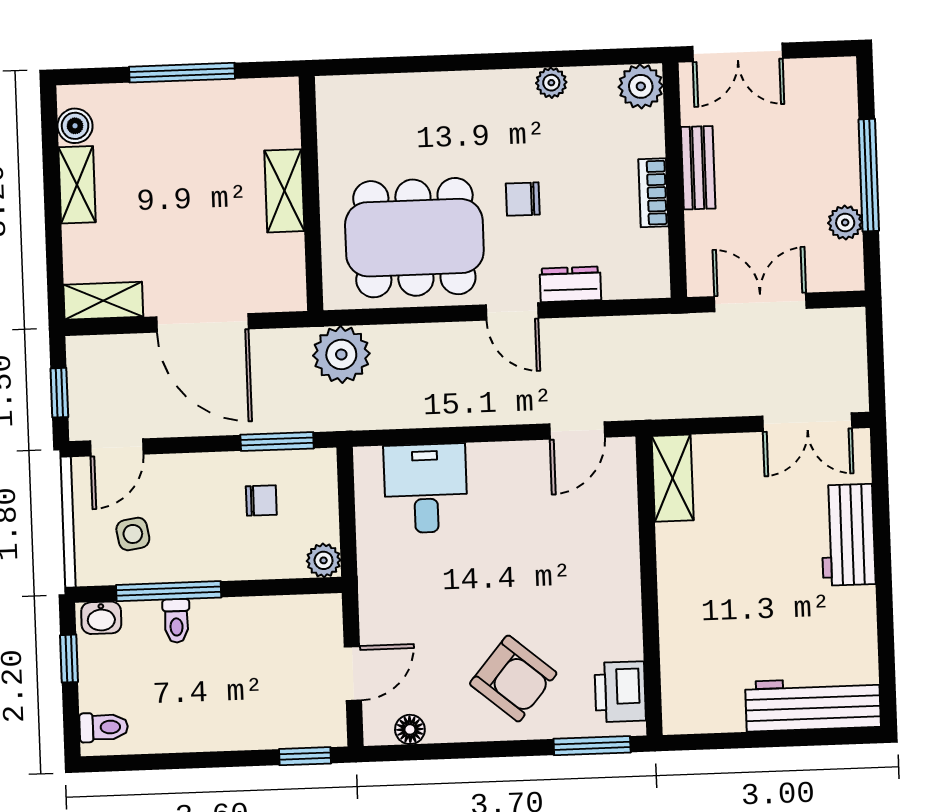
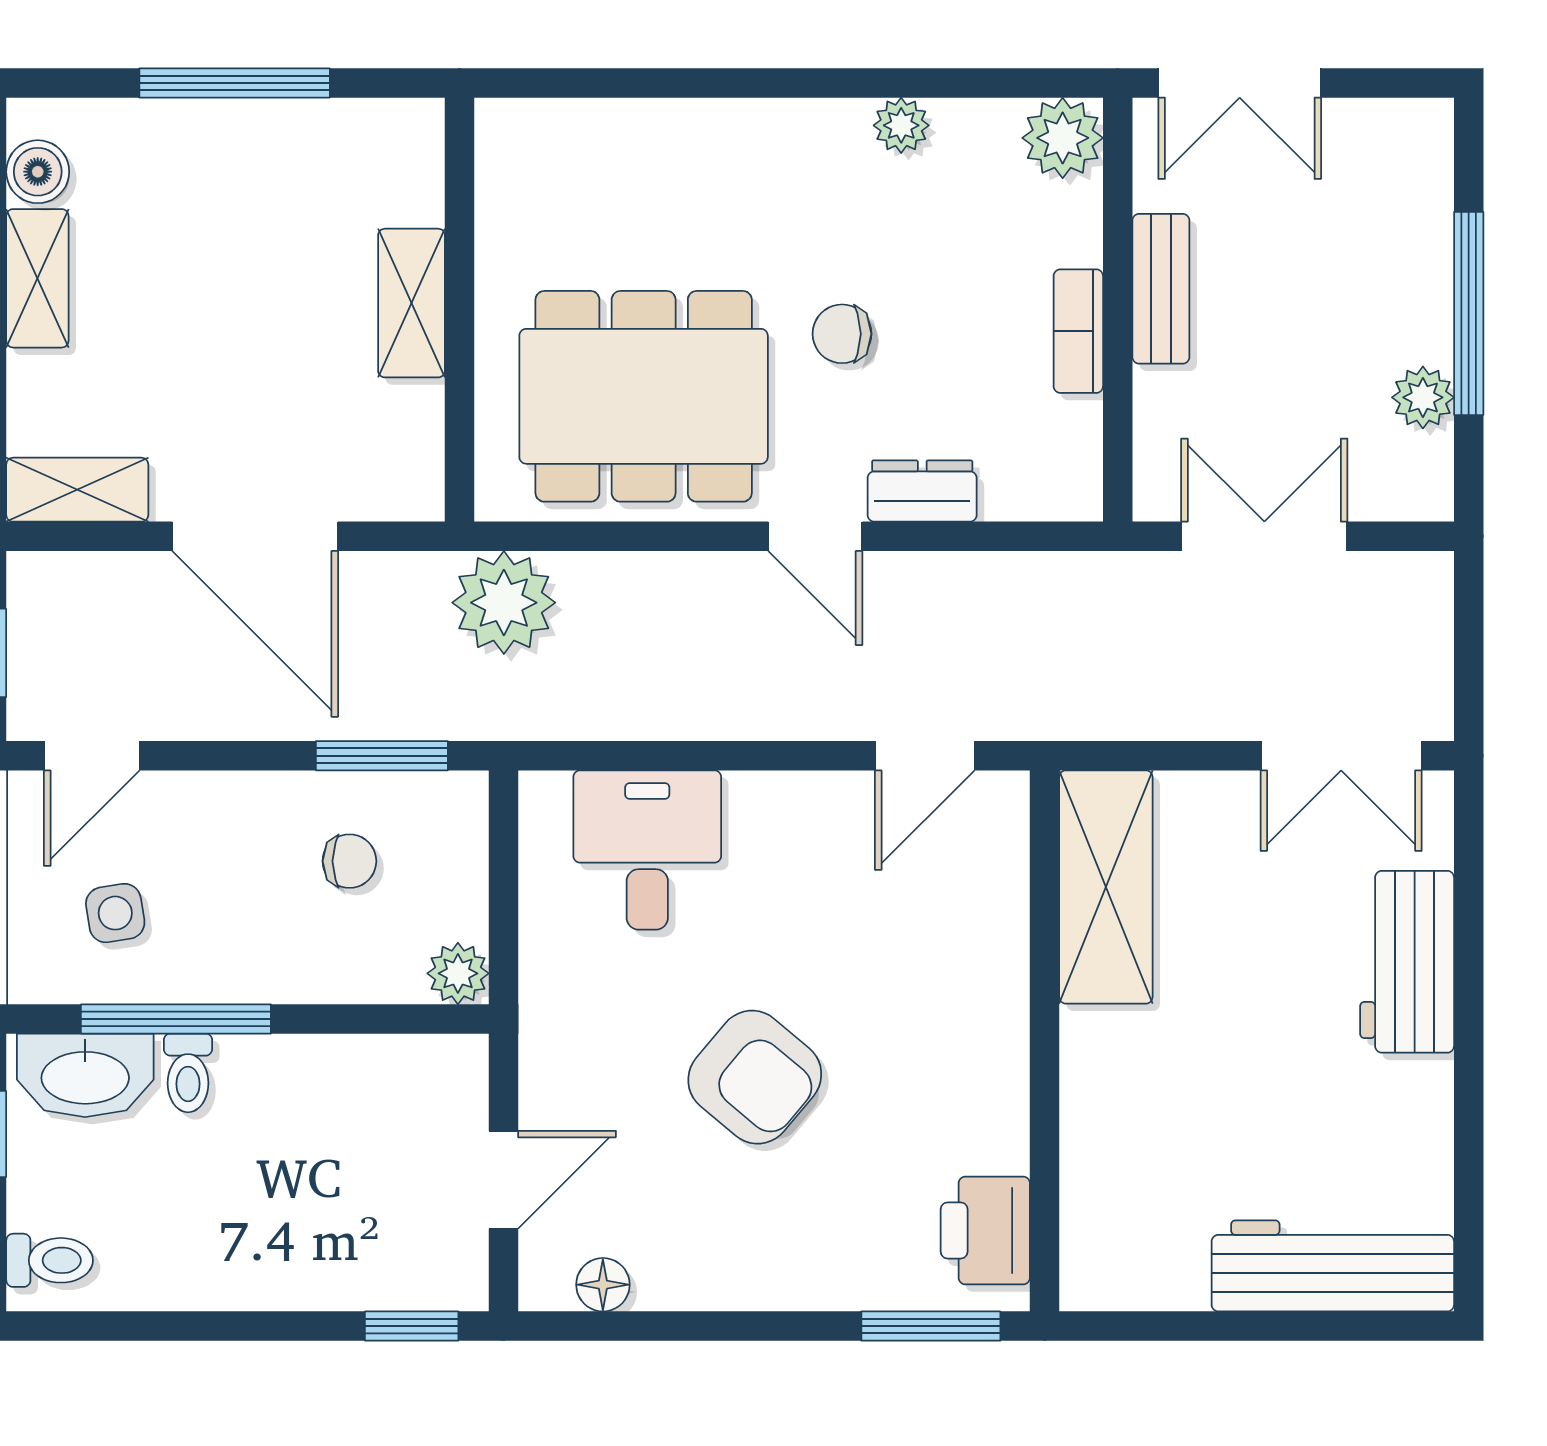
shelving: (673, 478) -> (1106, 887), width x1.50, depth x1.33
washbasin: (101, 618) -> (85, 1075), width x1.91, depth x1.45
armchair: (513, 679) -> (755, 1077), moved

